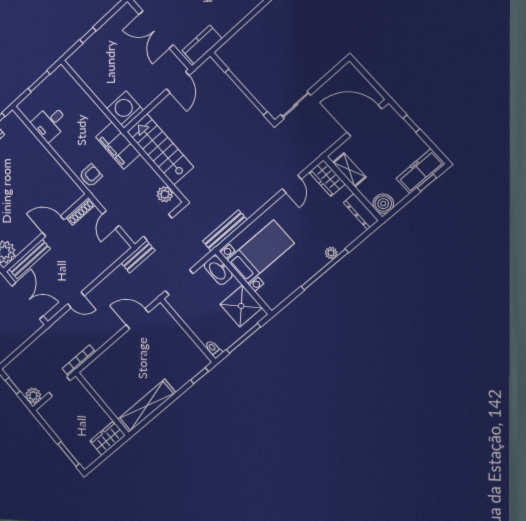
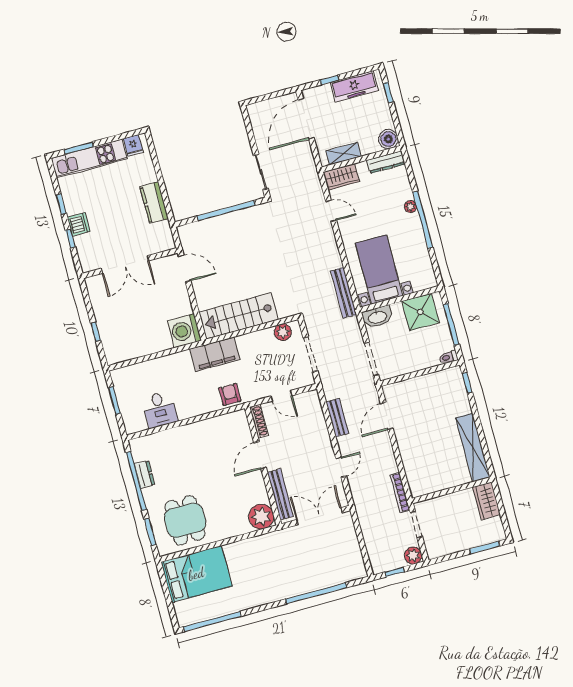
kitchen counter: (202, 44) -> (154, 203), moved
freezer: (420, 171) -> (354, 86), moved, turned -90
bench: (138, 257) -> (337, 418), moved

